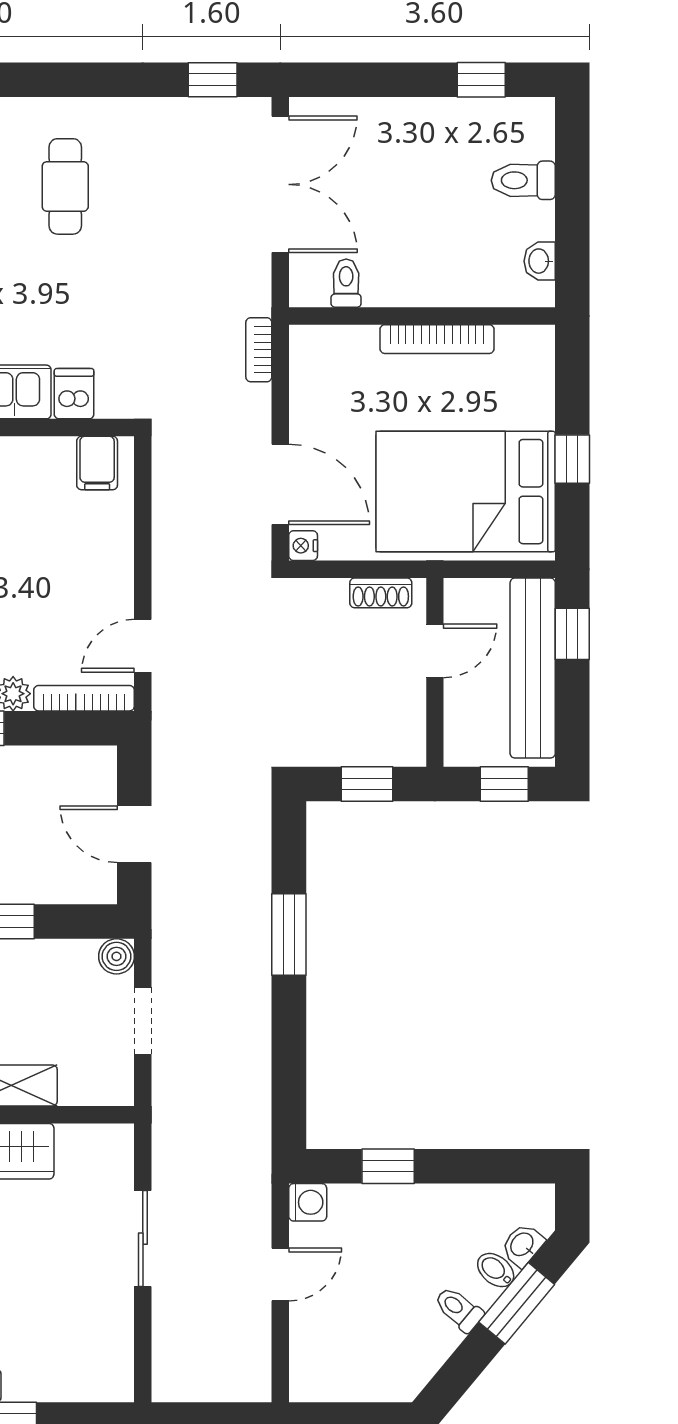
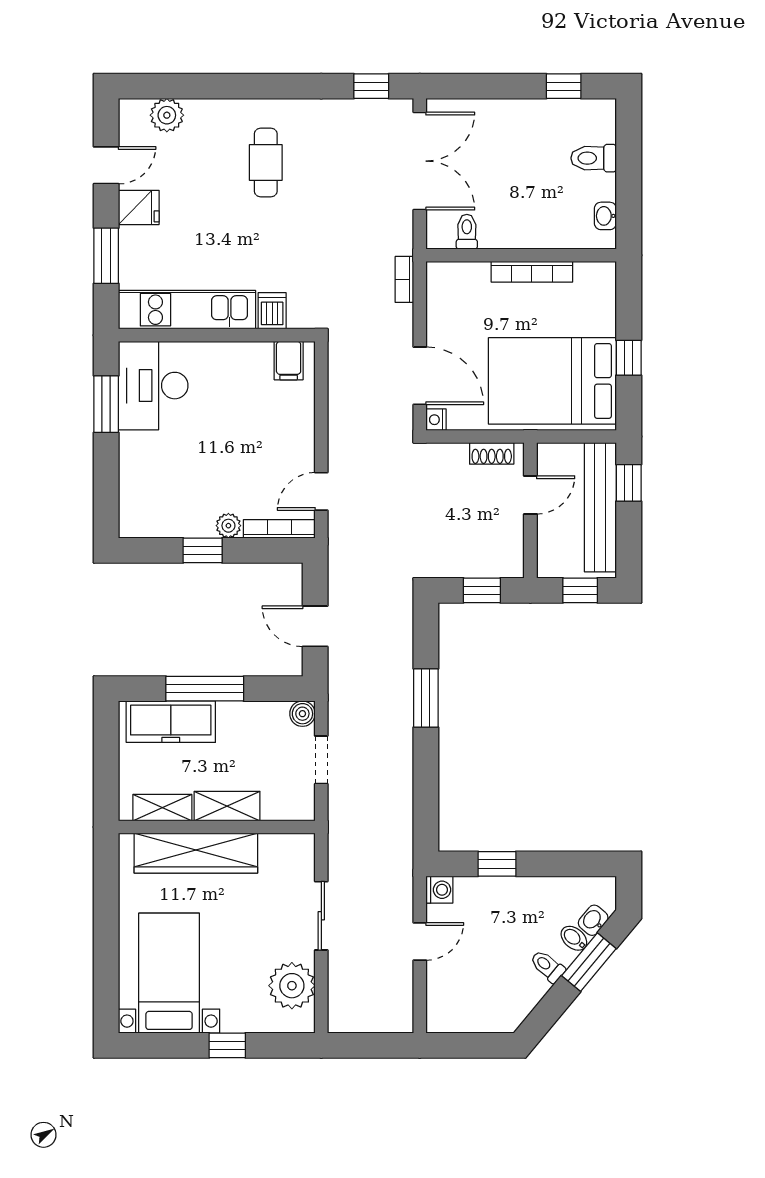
plant: (102, 1336) -> (292, 986), added

